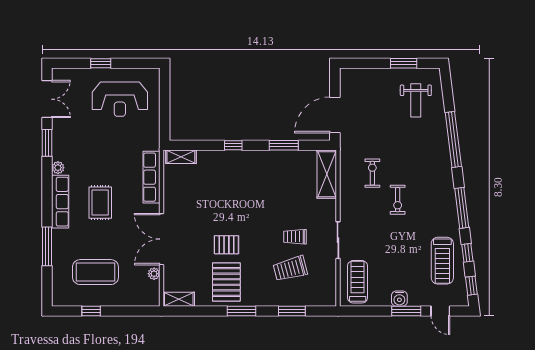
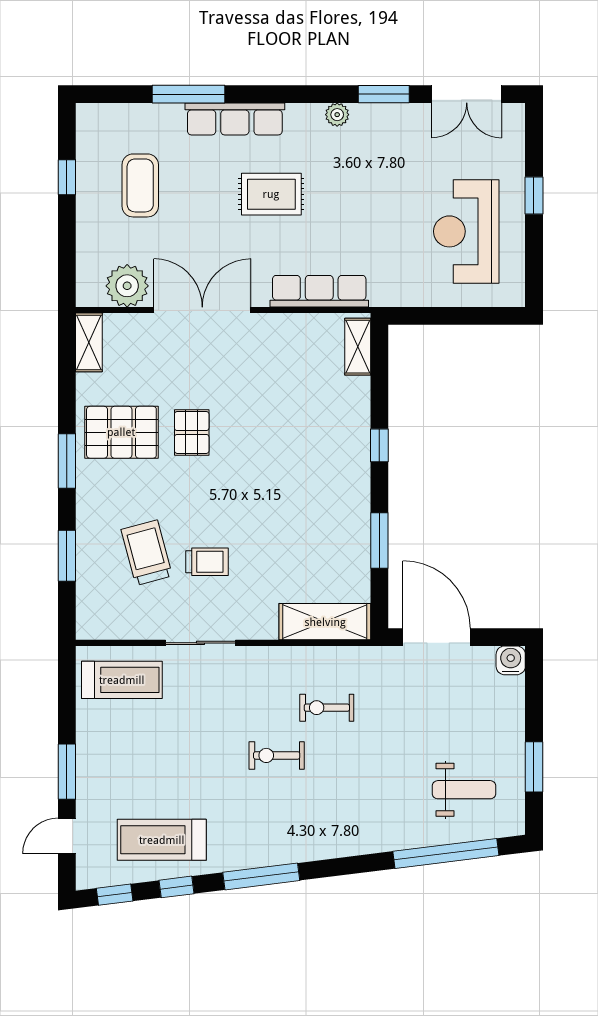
weight bench: (416, 100) -> (464, 790), turned 180
window: (453, 140) -> (446, 853), moved
exercise bike: (372, 173) -> (327, 708), turned 180
row of seats: (60, 202) -> (235, 119), moved
trolley: (295, 237) -> (207, 562), turned 90
coffee table: (95, 272) -> (140, 185), width x0.73, depth x0.76
plant: (154, 274) -> (127, 286), width x1.88, depth x1.88
water cooler: (399, 299) -> (511, 660), moved, turned 90

